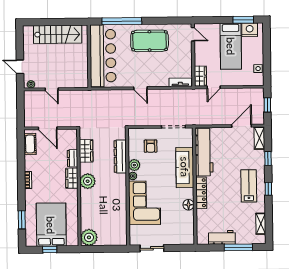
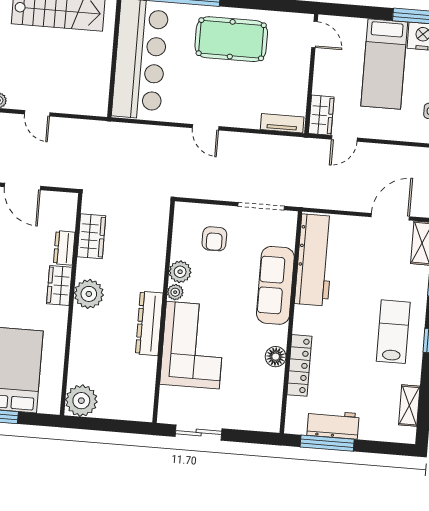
dresser: (120, 156) -> (149, 323), moved
locker: (201, 193) -> (299, 365), moved
window: (238, 247) -> (327, 443), moved

